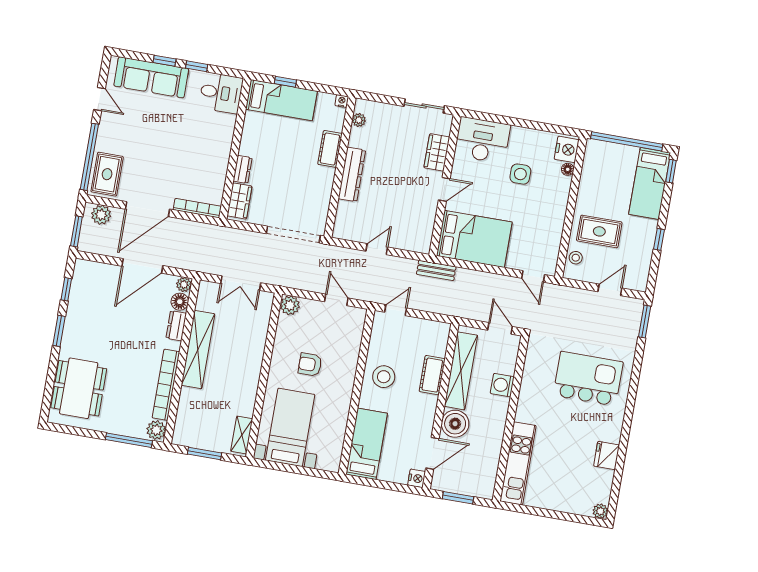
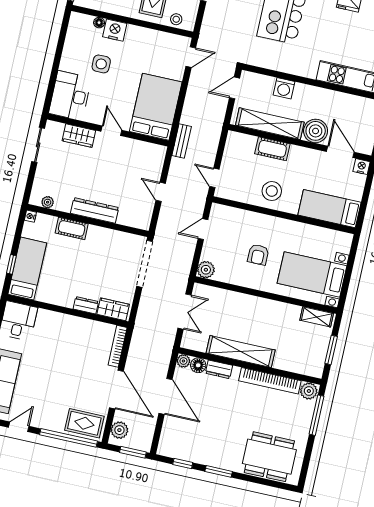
nightstand: (567, 149) -> (115, 30), moved

